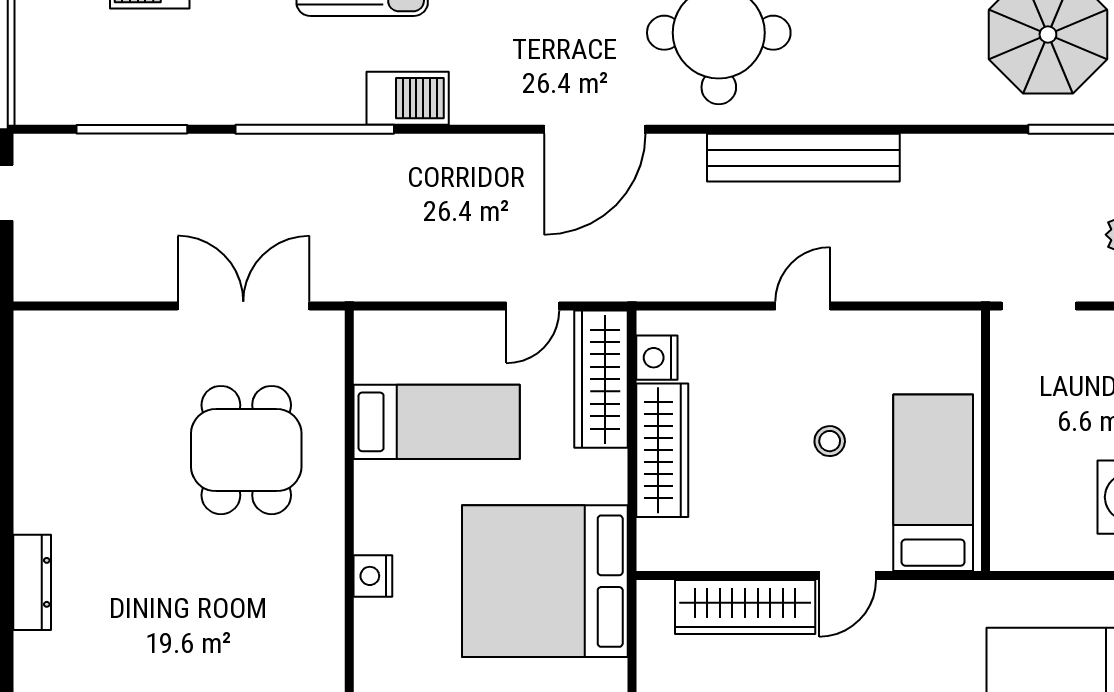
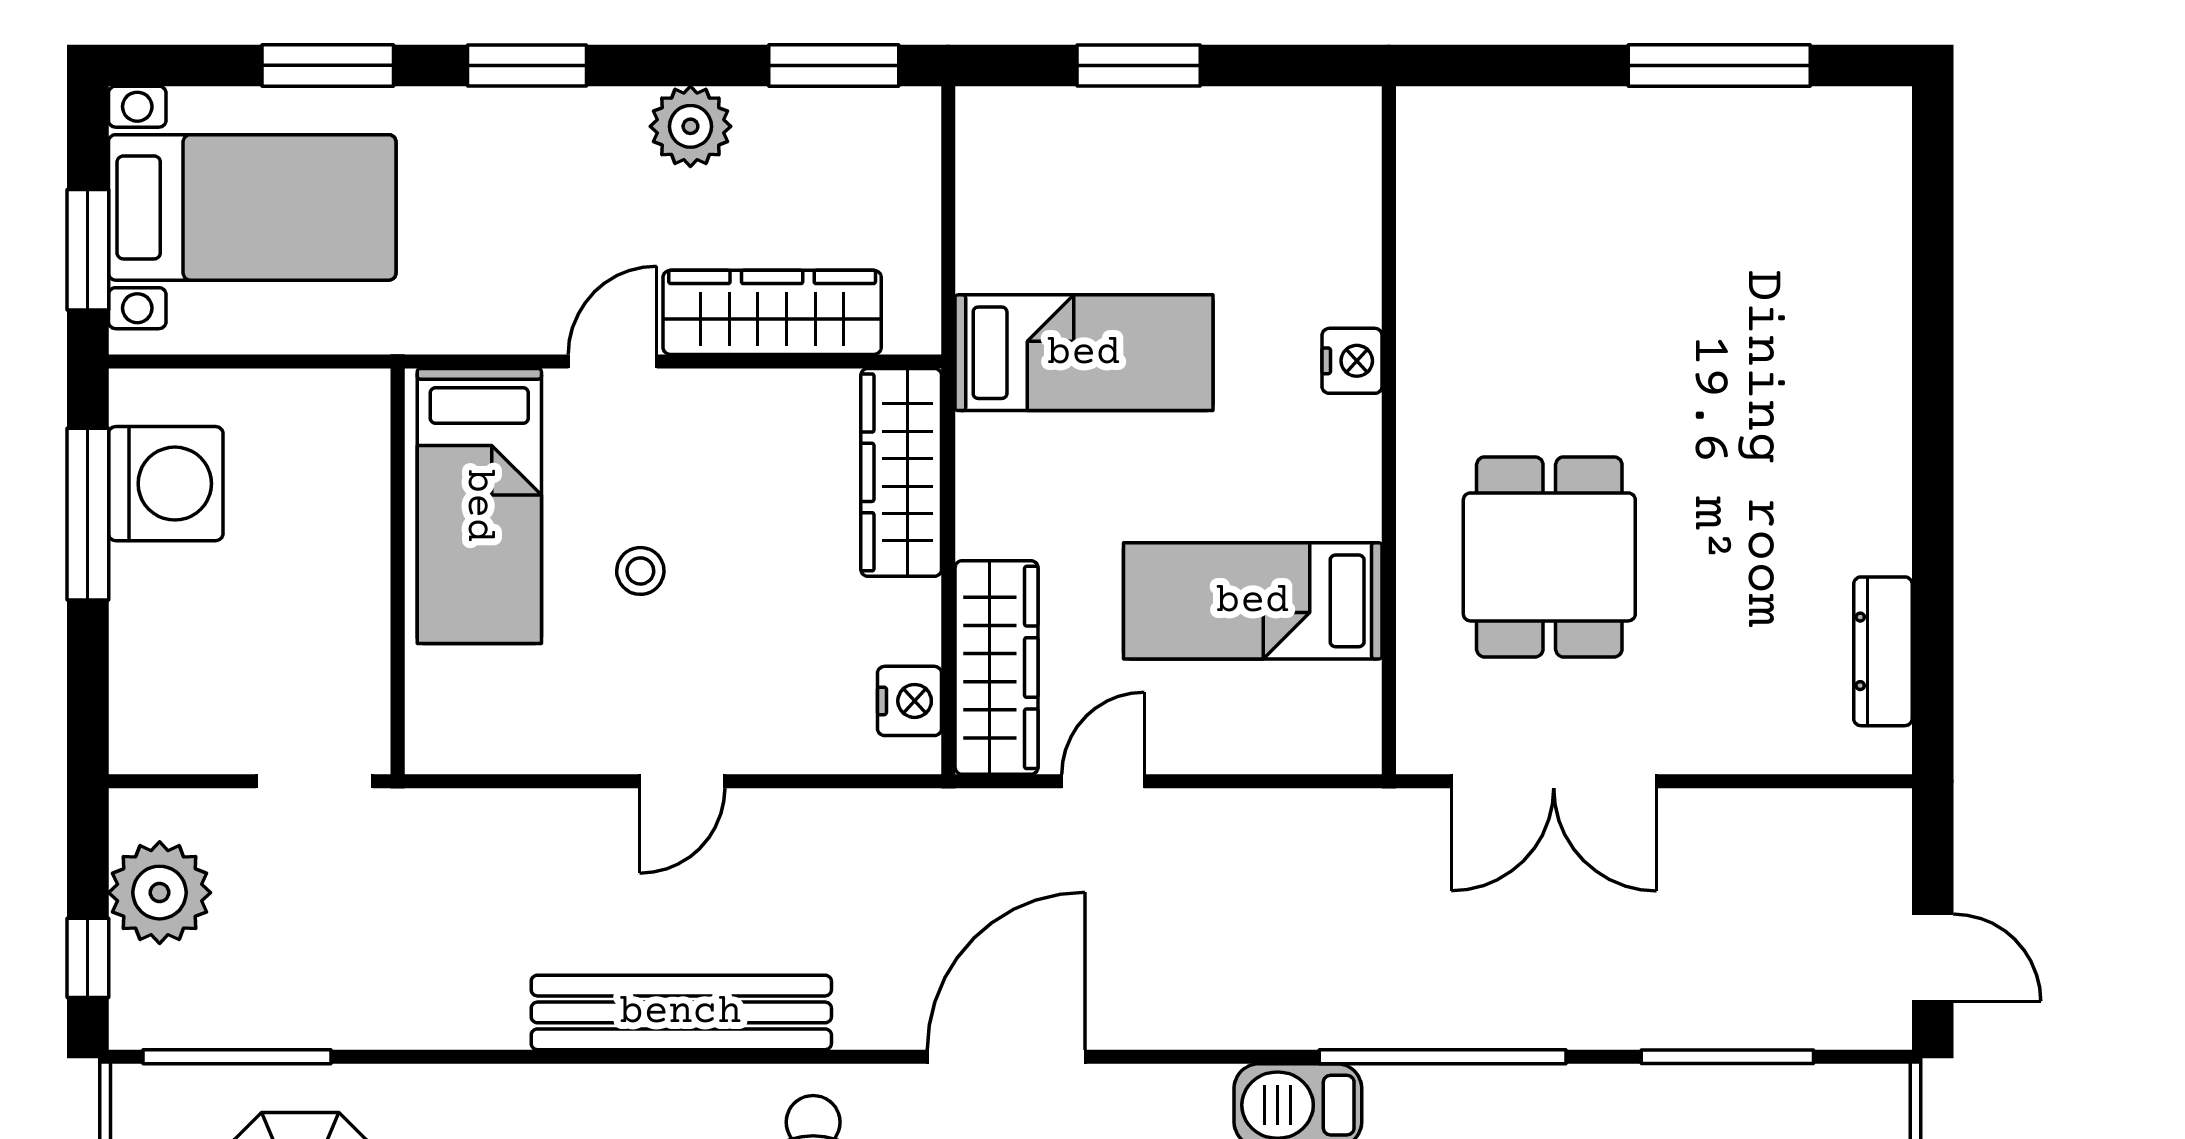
wardrobe: (662, 450) -> (901, 472), moved
bed: (545, 581) -> (1084, 353), width x0.49
dresser: (32, 582) -> (1883, 651), moved

